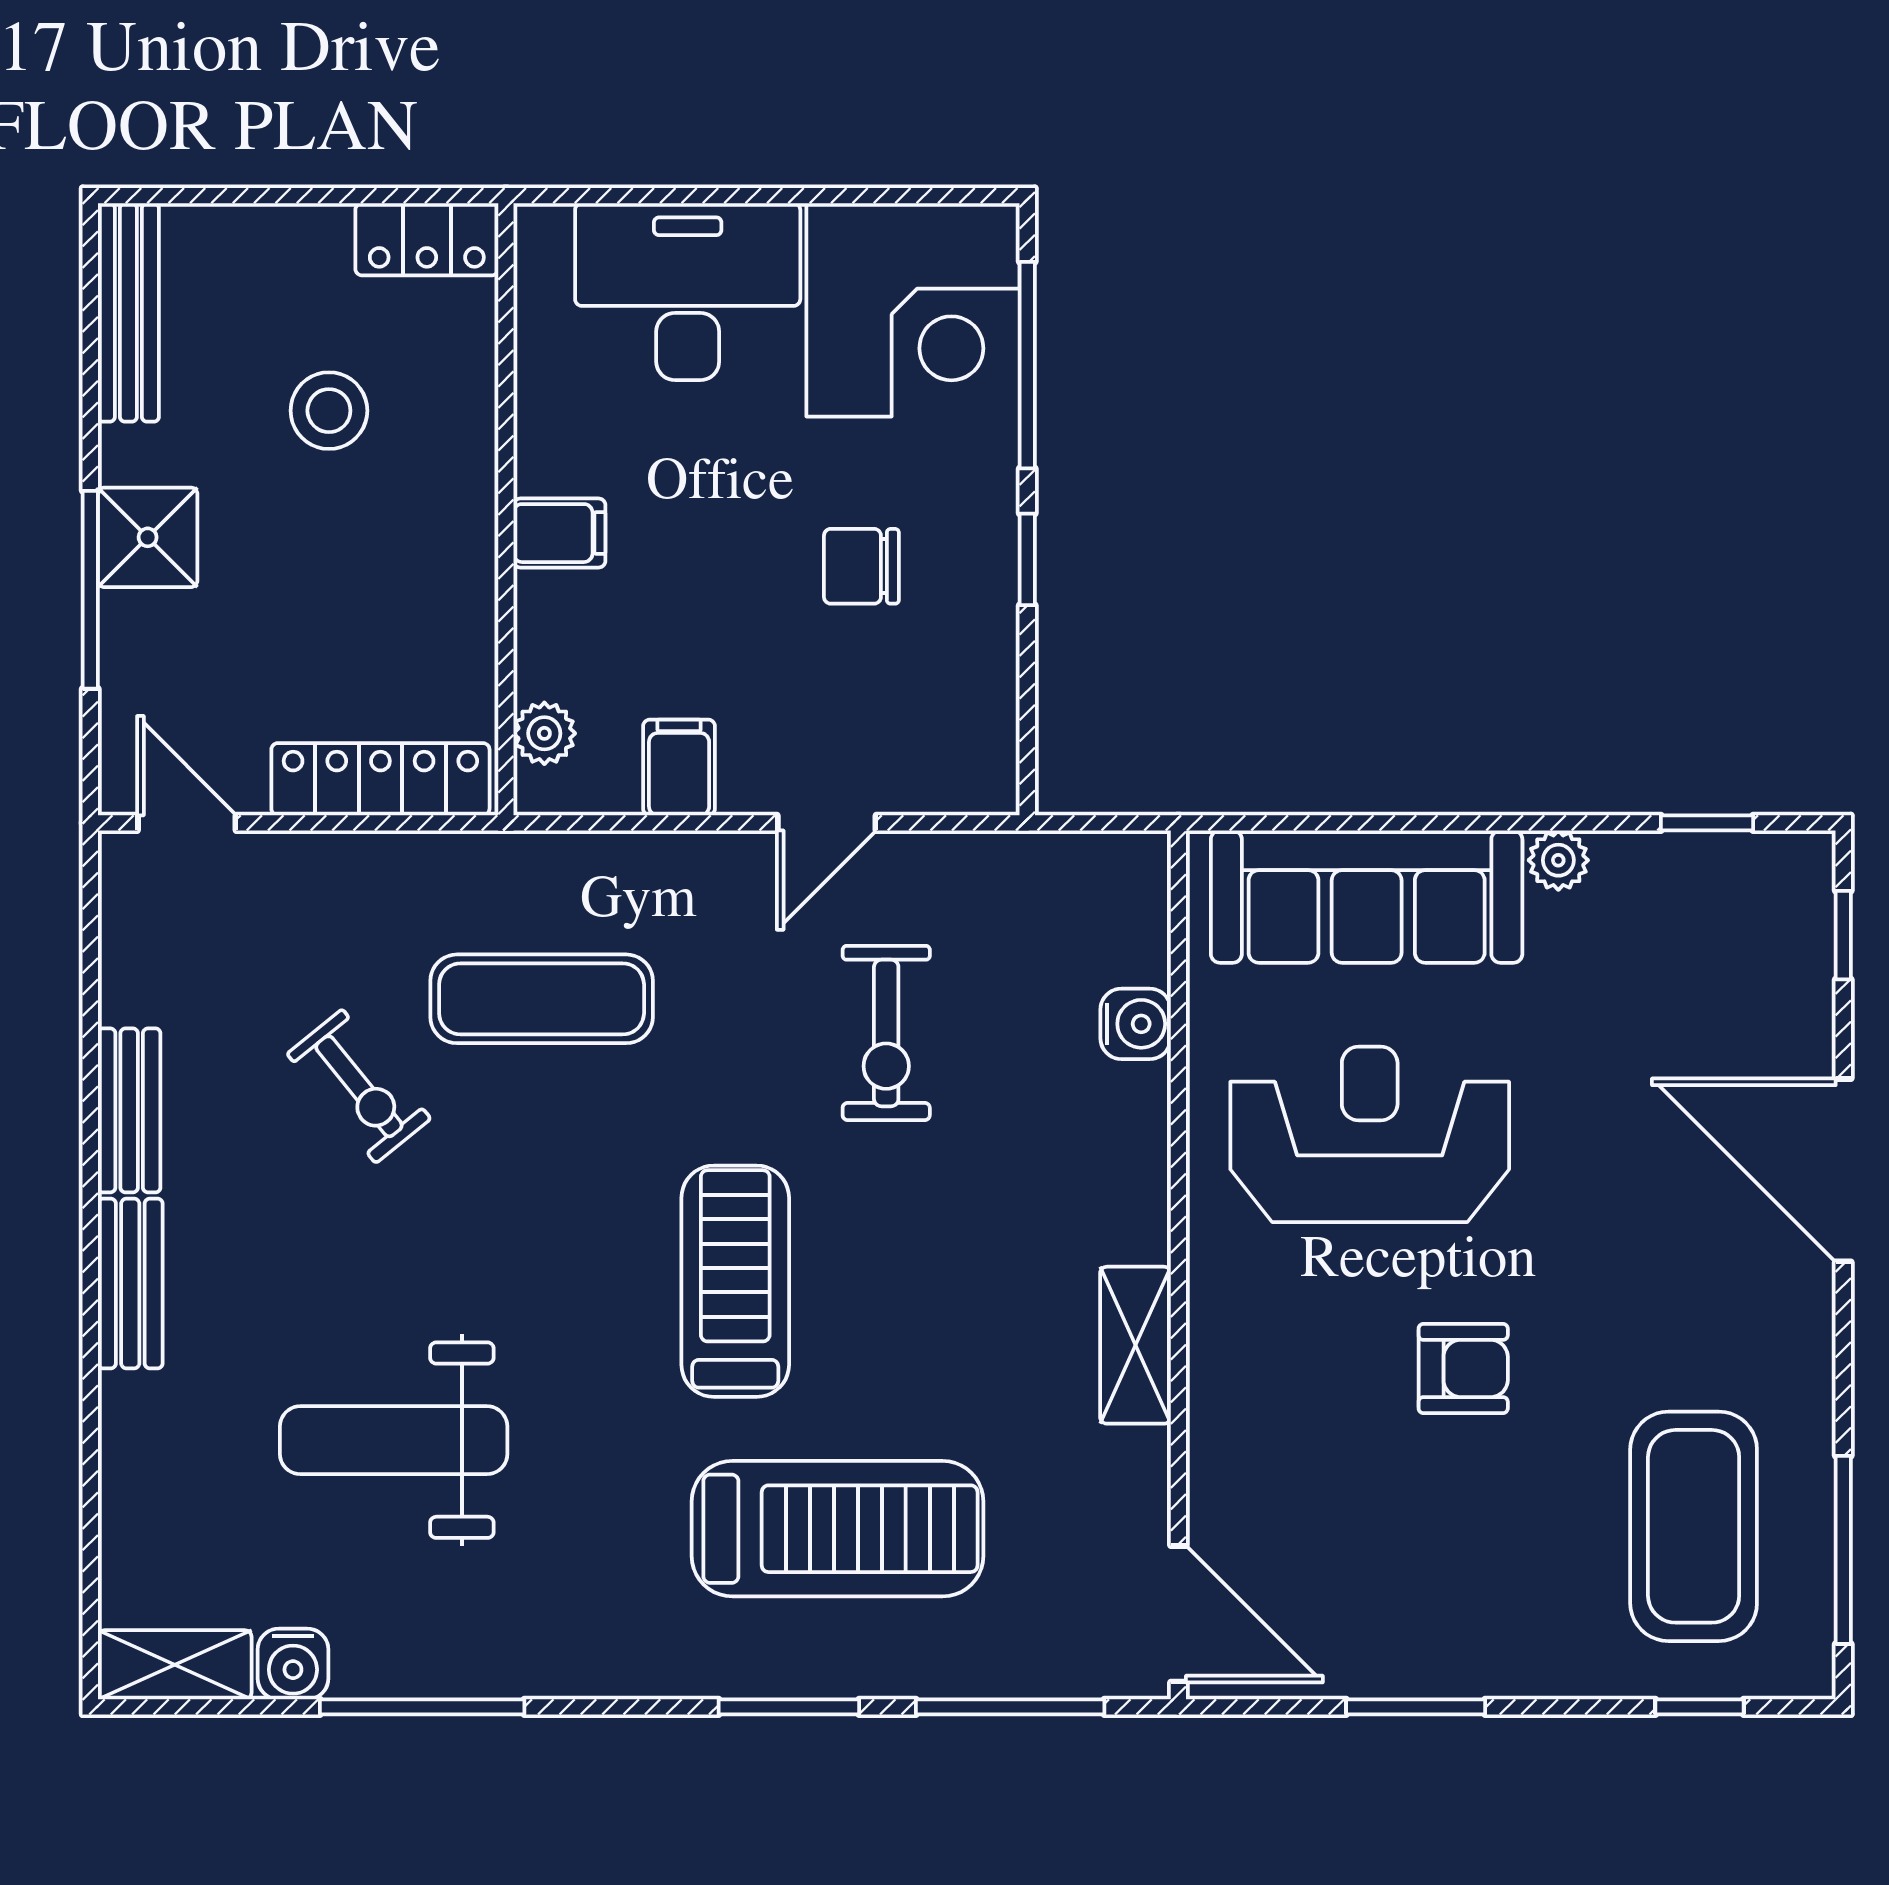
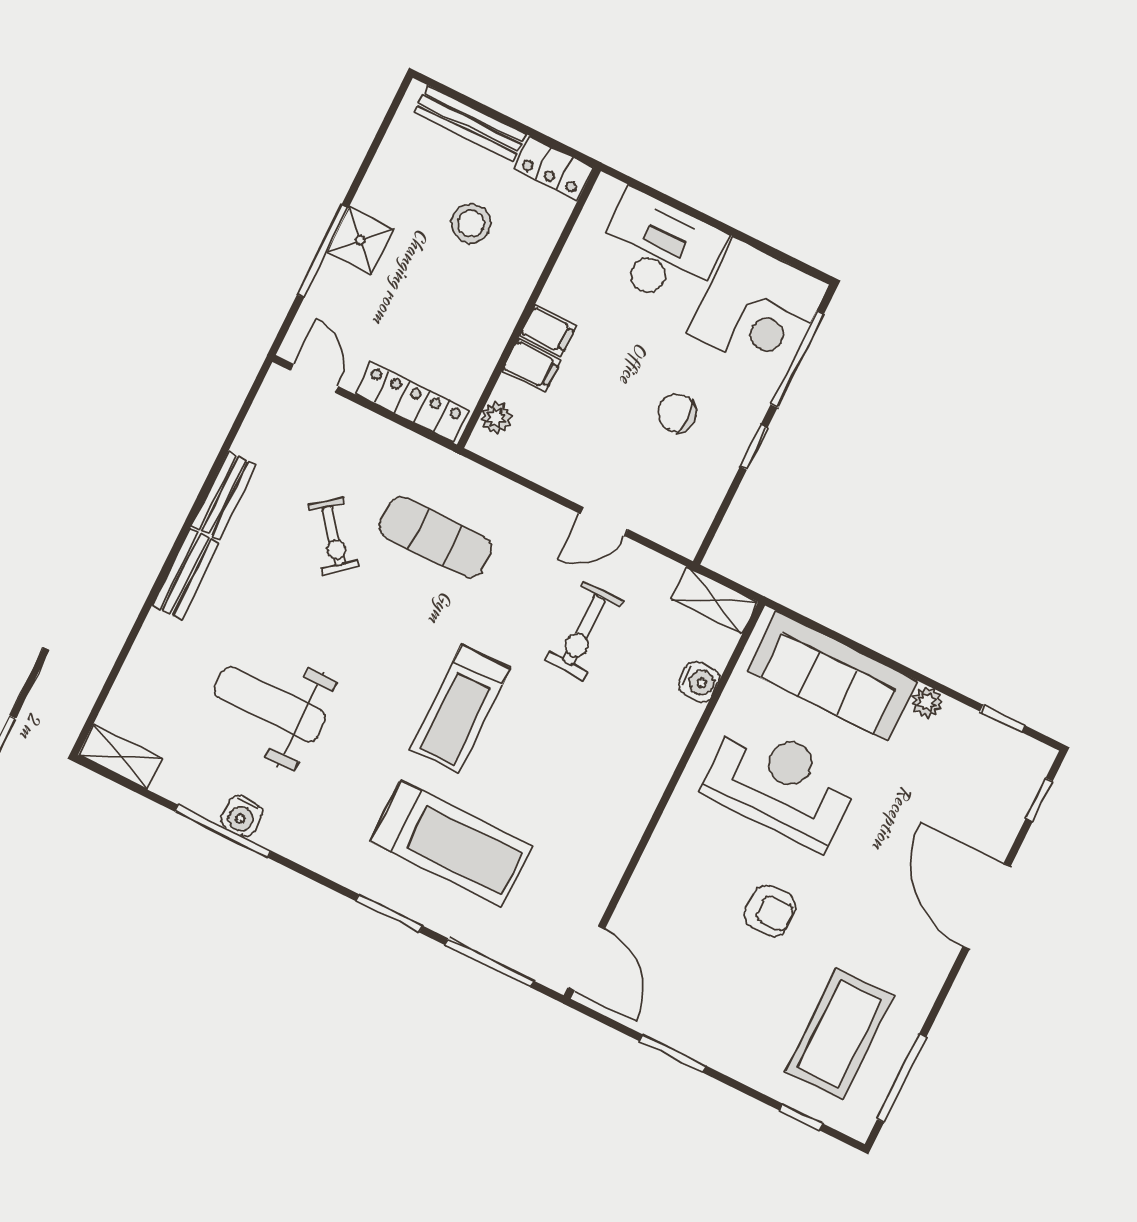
bench: (128, 312) -> (470, 124), moved, turned 90
filing cabinet: (679, 767) -> (532, 366), moved, turned 90
treadmill: (735, 1281) -> (460, 709), turned 180
shelving: (1135, 1345) -> (715, 600), moved, turned 90
water cooler: (293, 1664) -> (242, 816), moved

